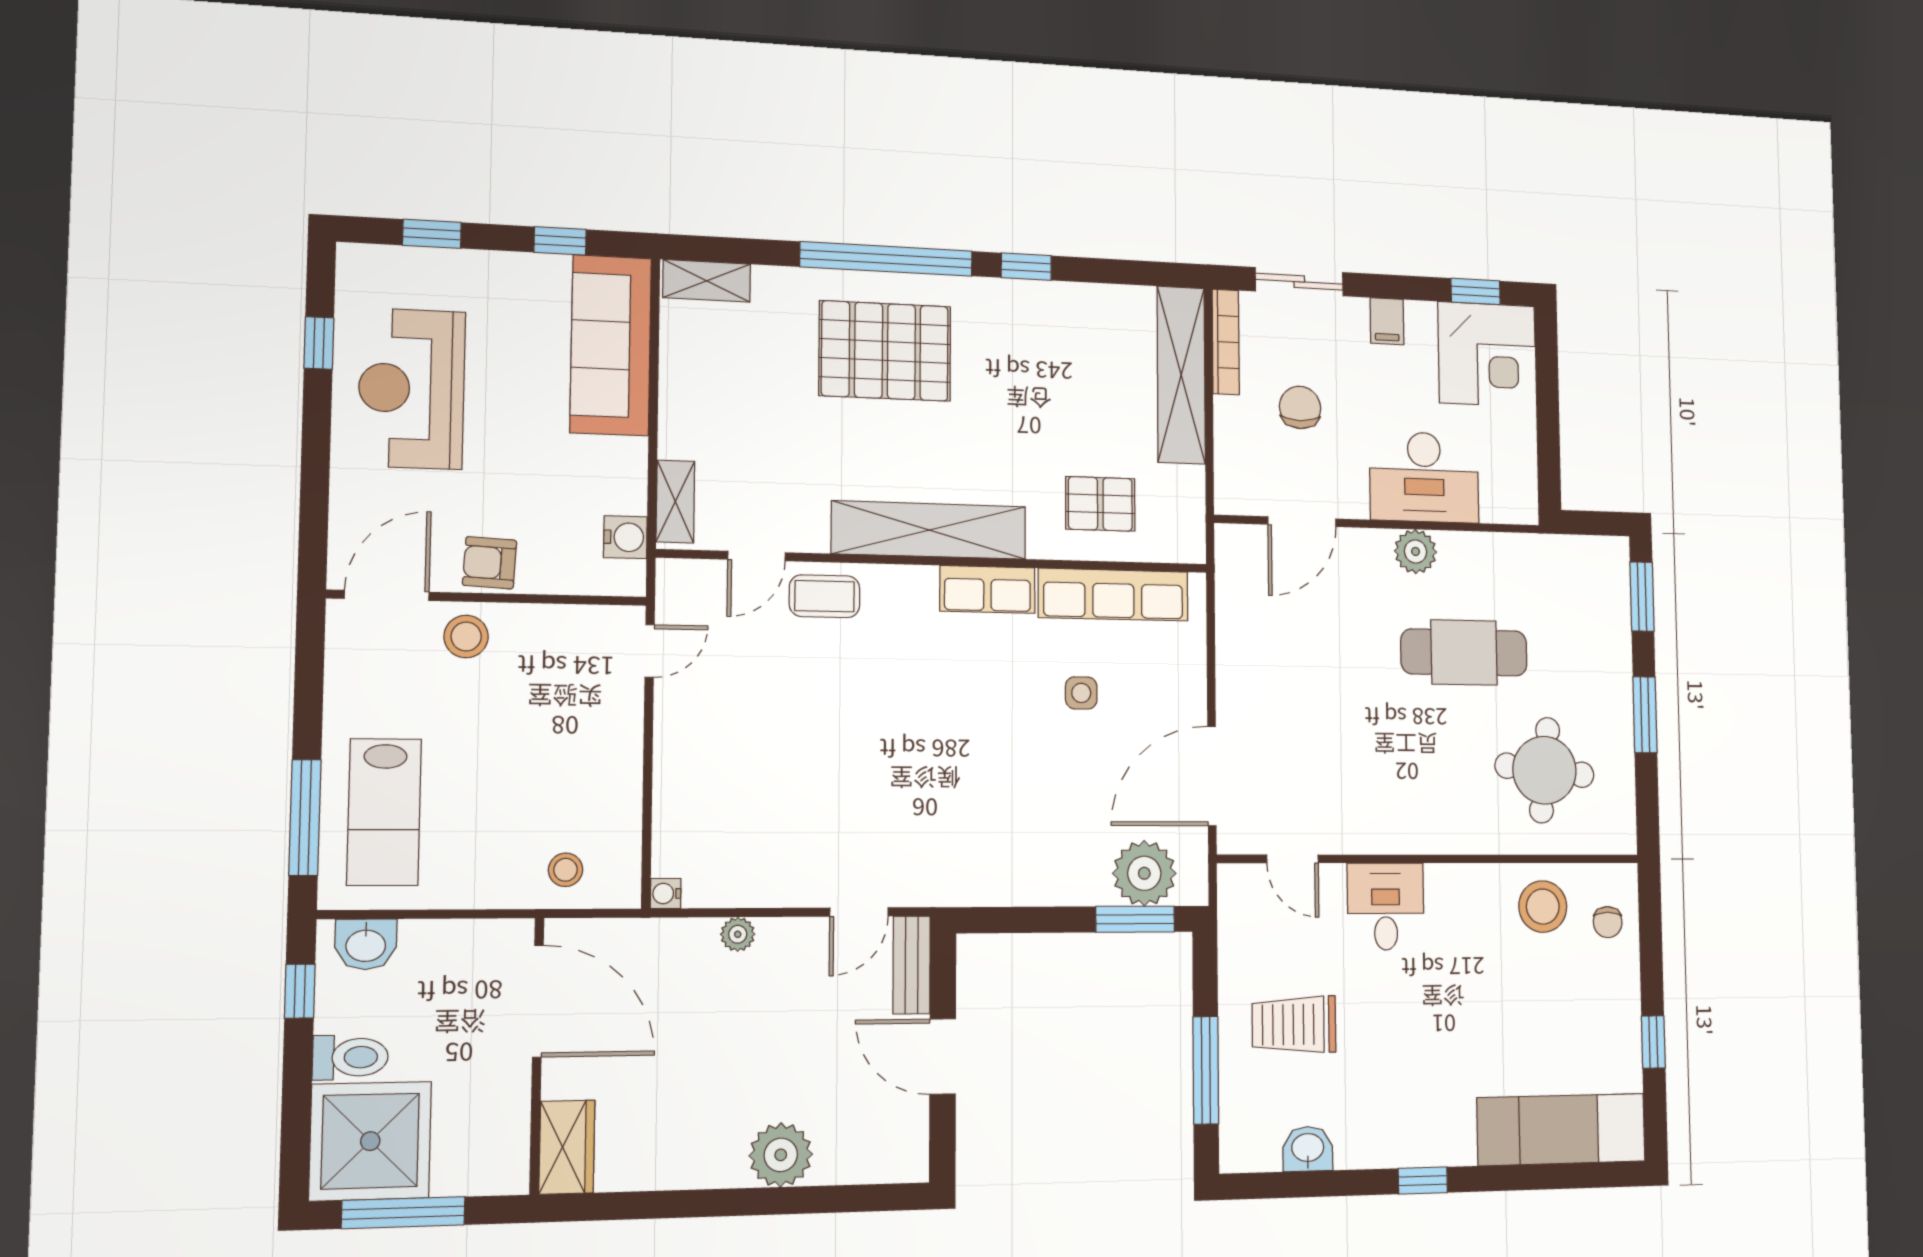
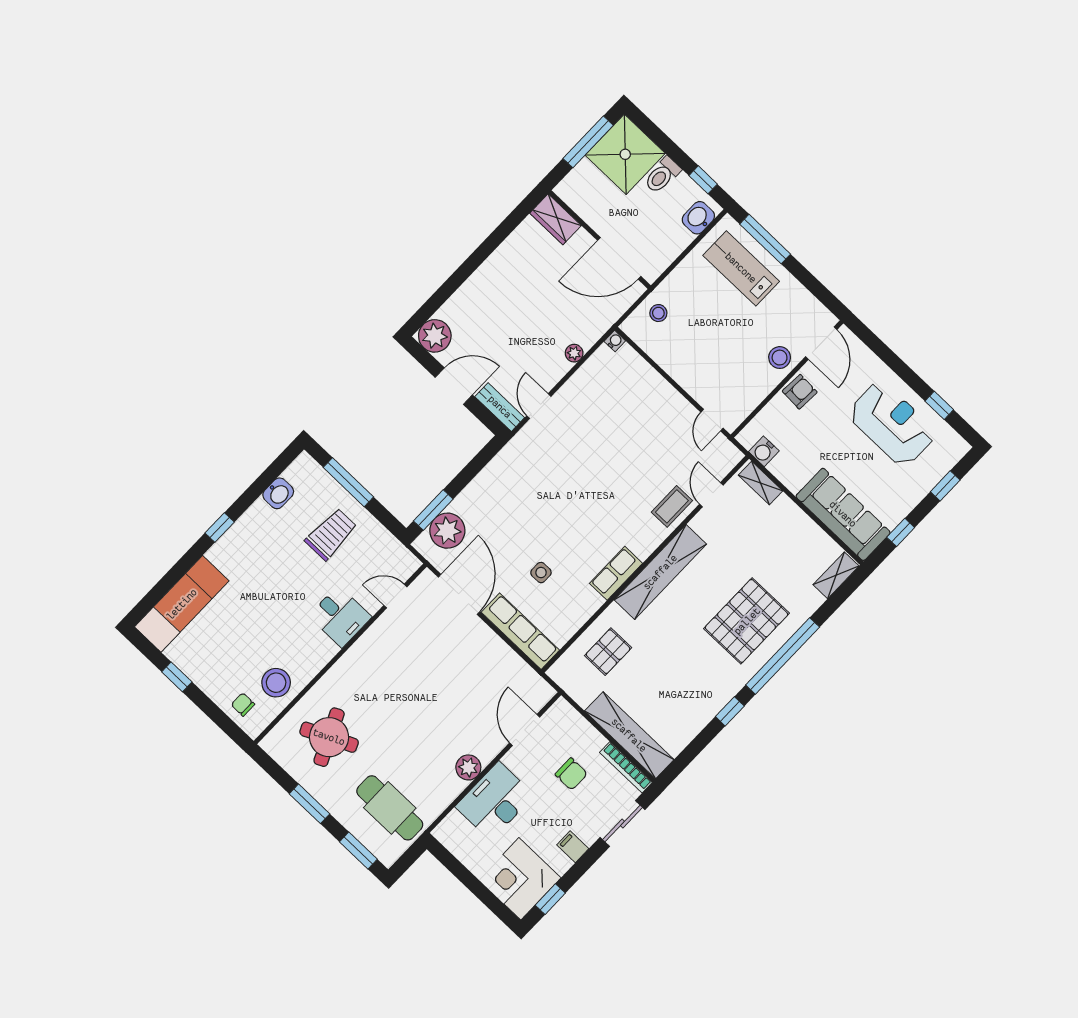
row of seats: (1113, 595) -> (520, 631), moved, turned 90
cafe table: (1464, 652) -> (390, 808), moved, turned 90
round table: (1545, 770) -> (329, 737), turned -31
plant: (781, 1155) -> (435, 336), moved

